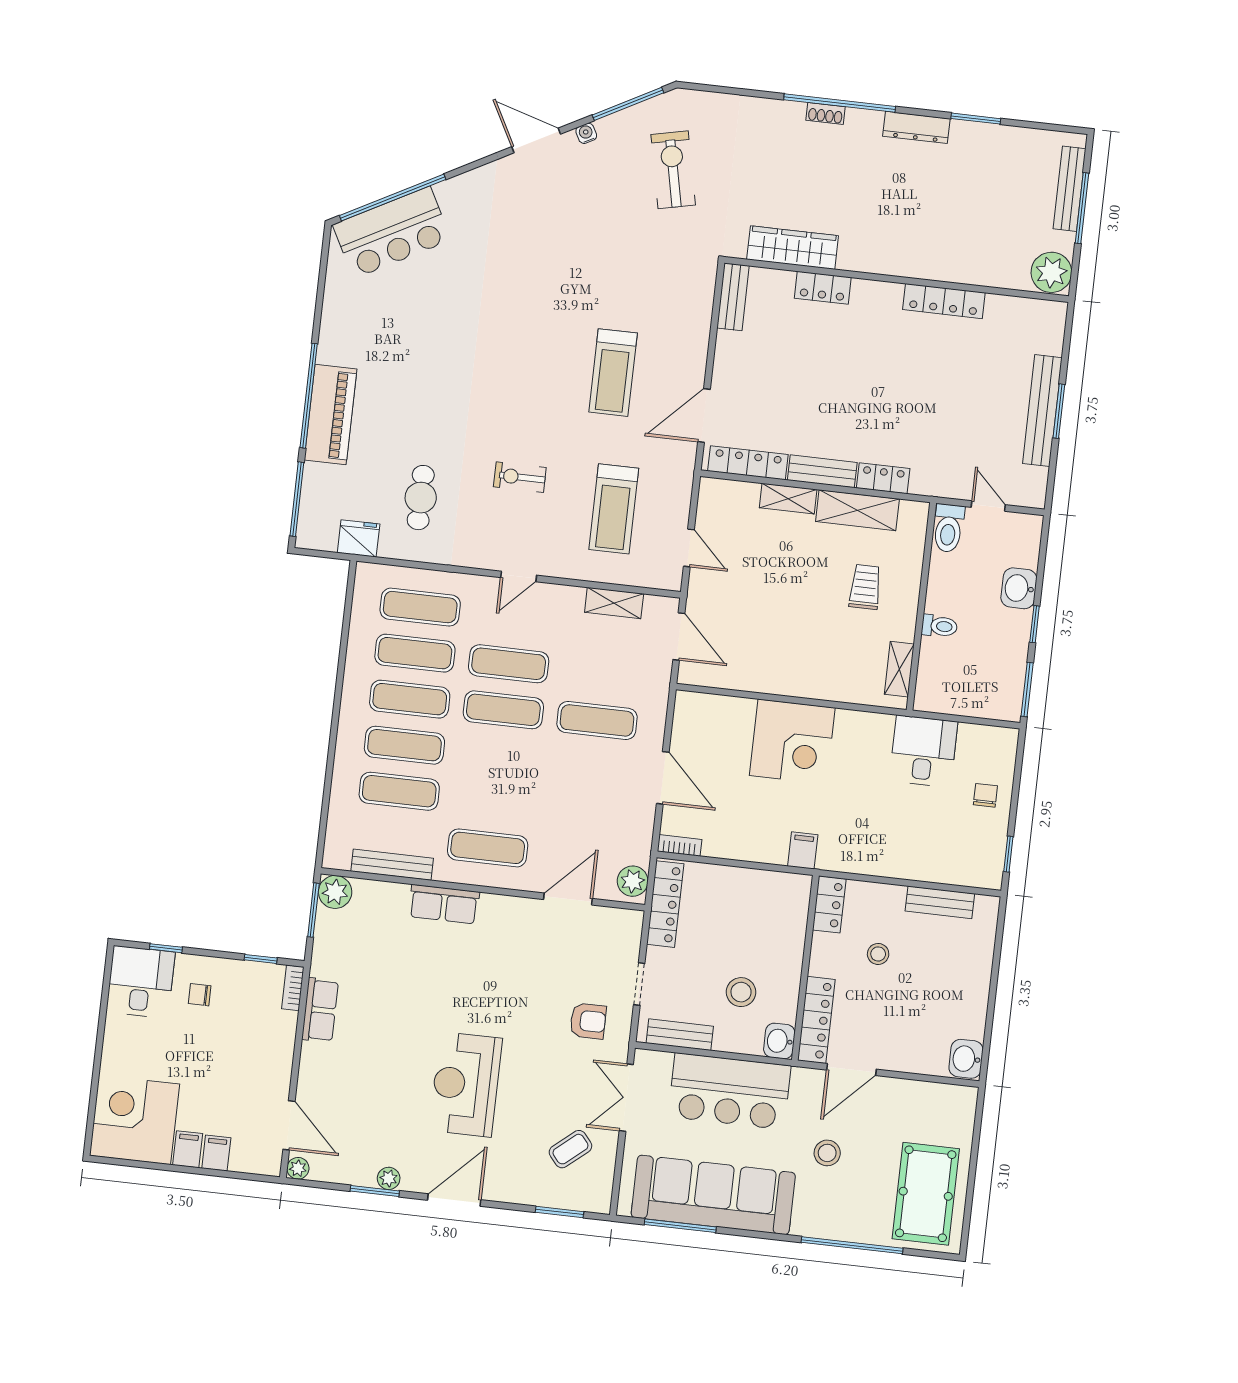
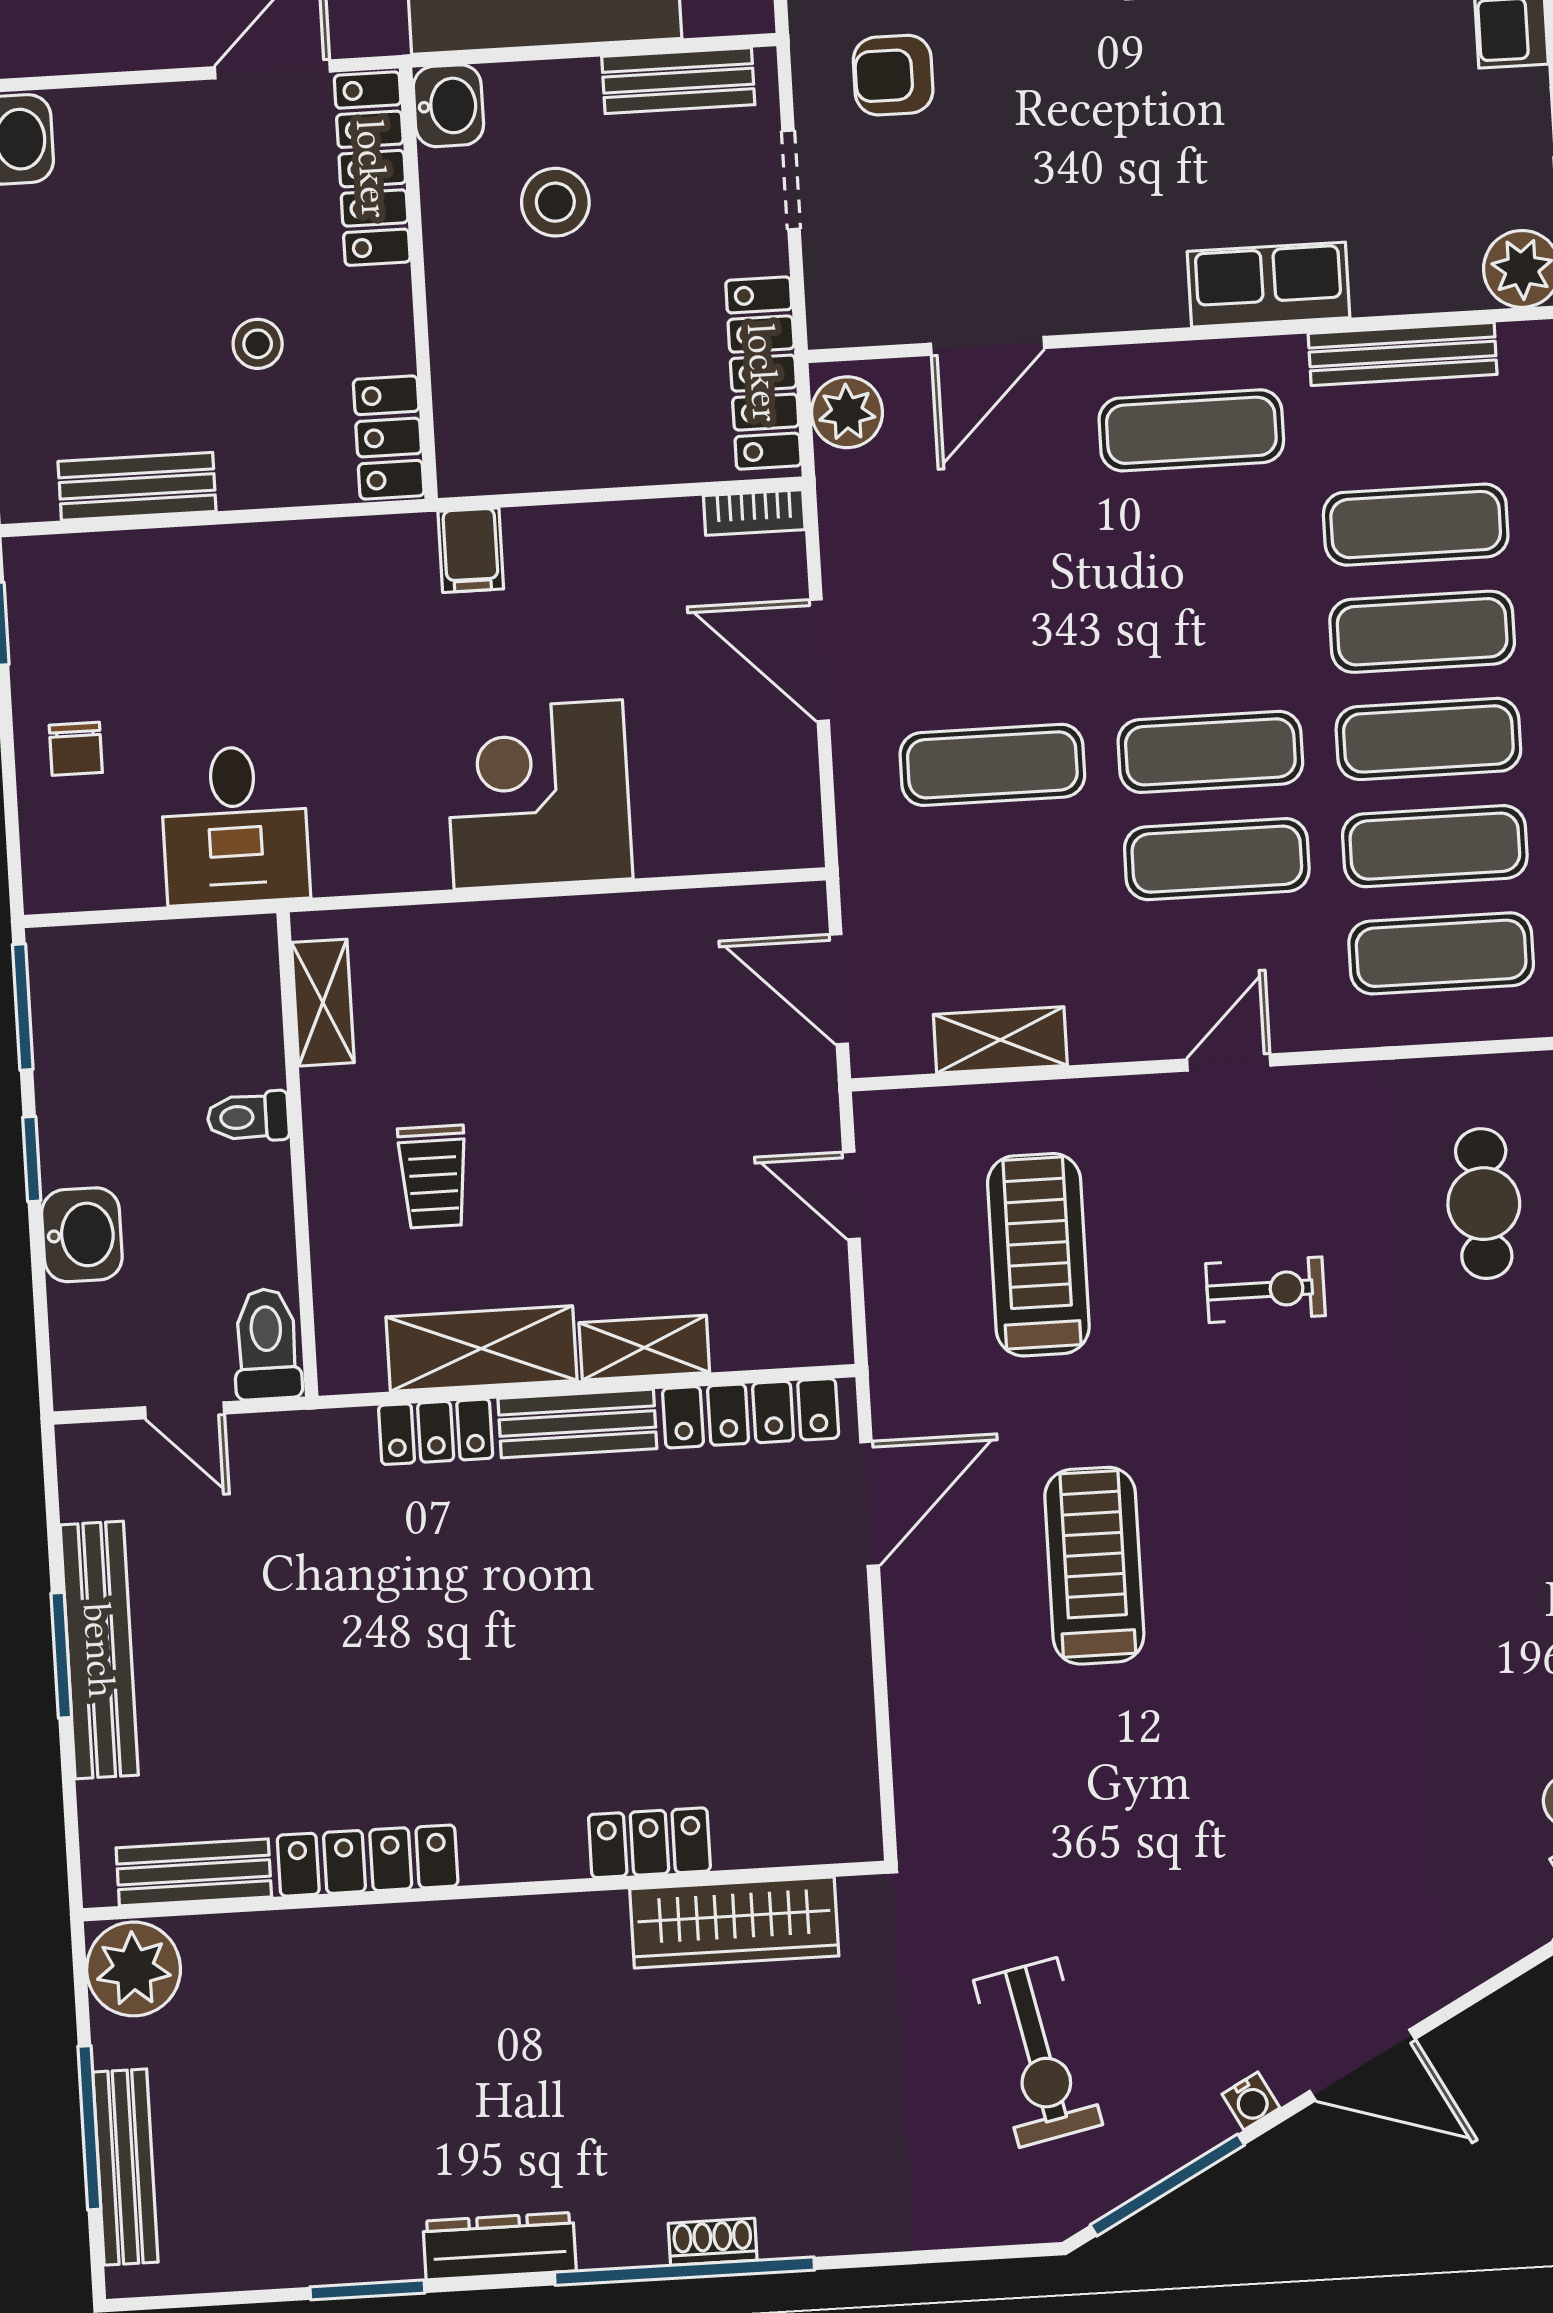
bench: (733, 297) -> (194, 1872), moved, turned 90

